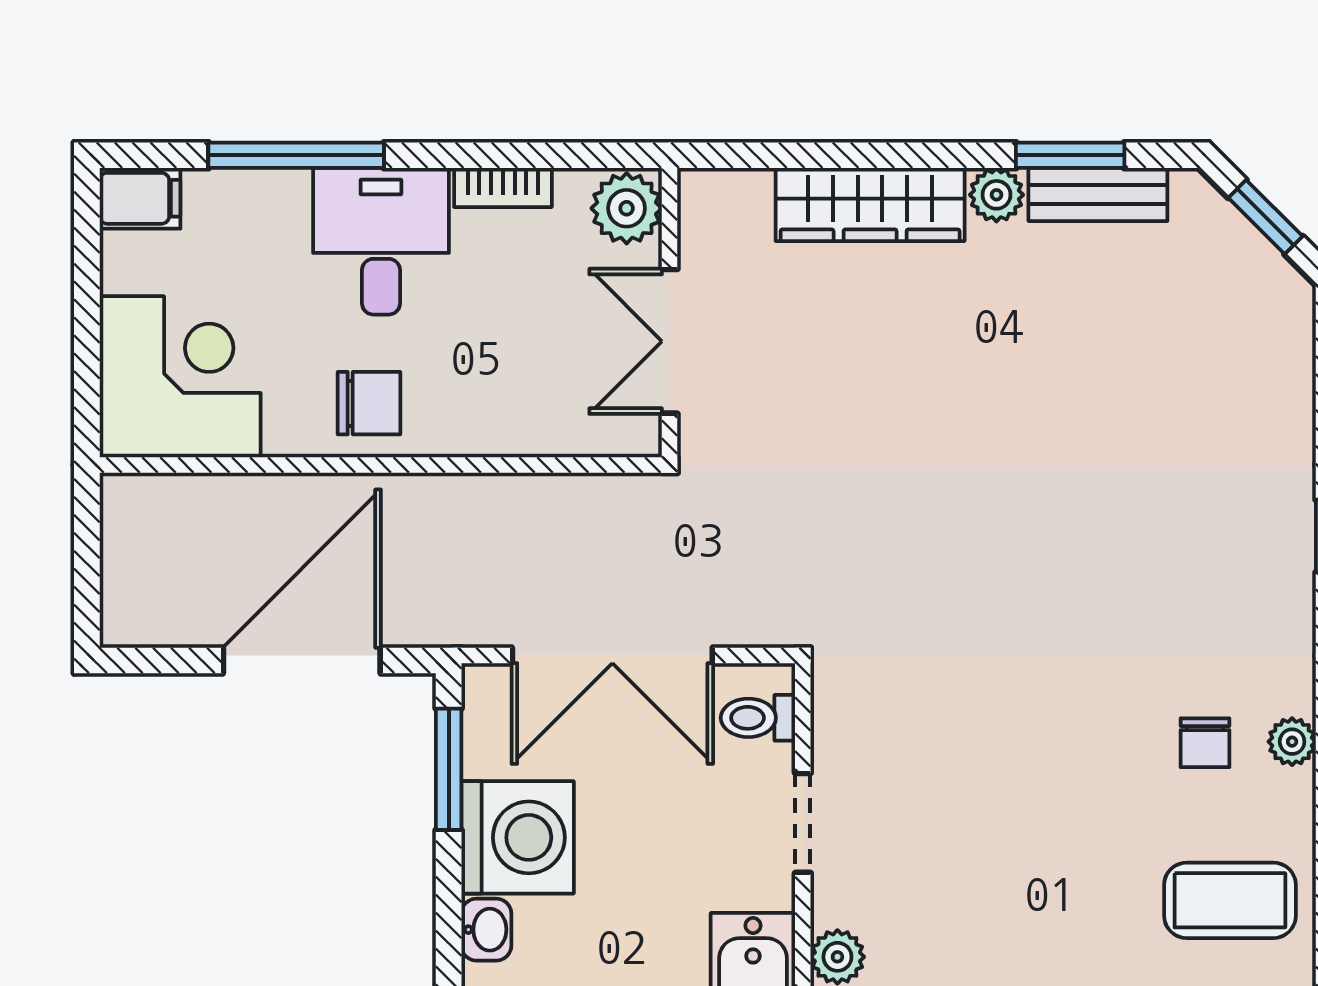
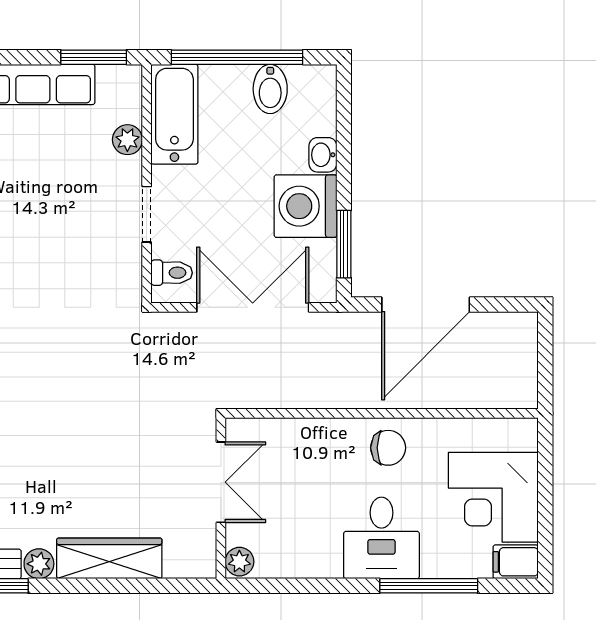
bookcase: (503, 188) -> (314, 568), removed
plant: (627, 208) -> (239, 562), width x0.73, depth x0.73
corner desk: (180, 377) -> (493, 497), moved
chair: (369, 403) -> (388, 448), turned 180

